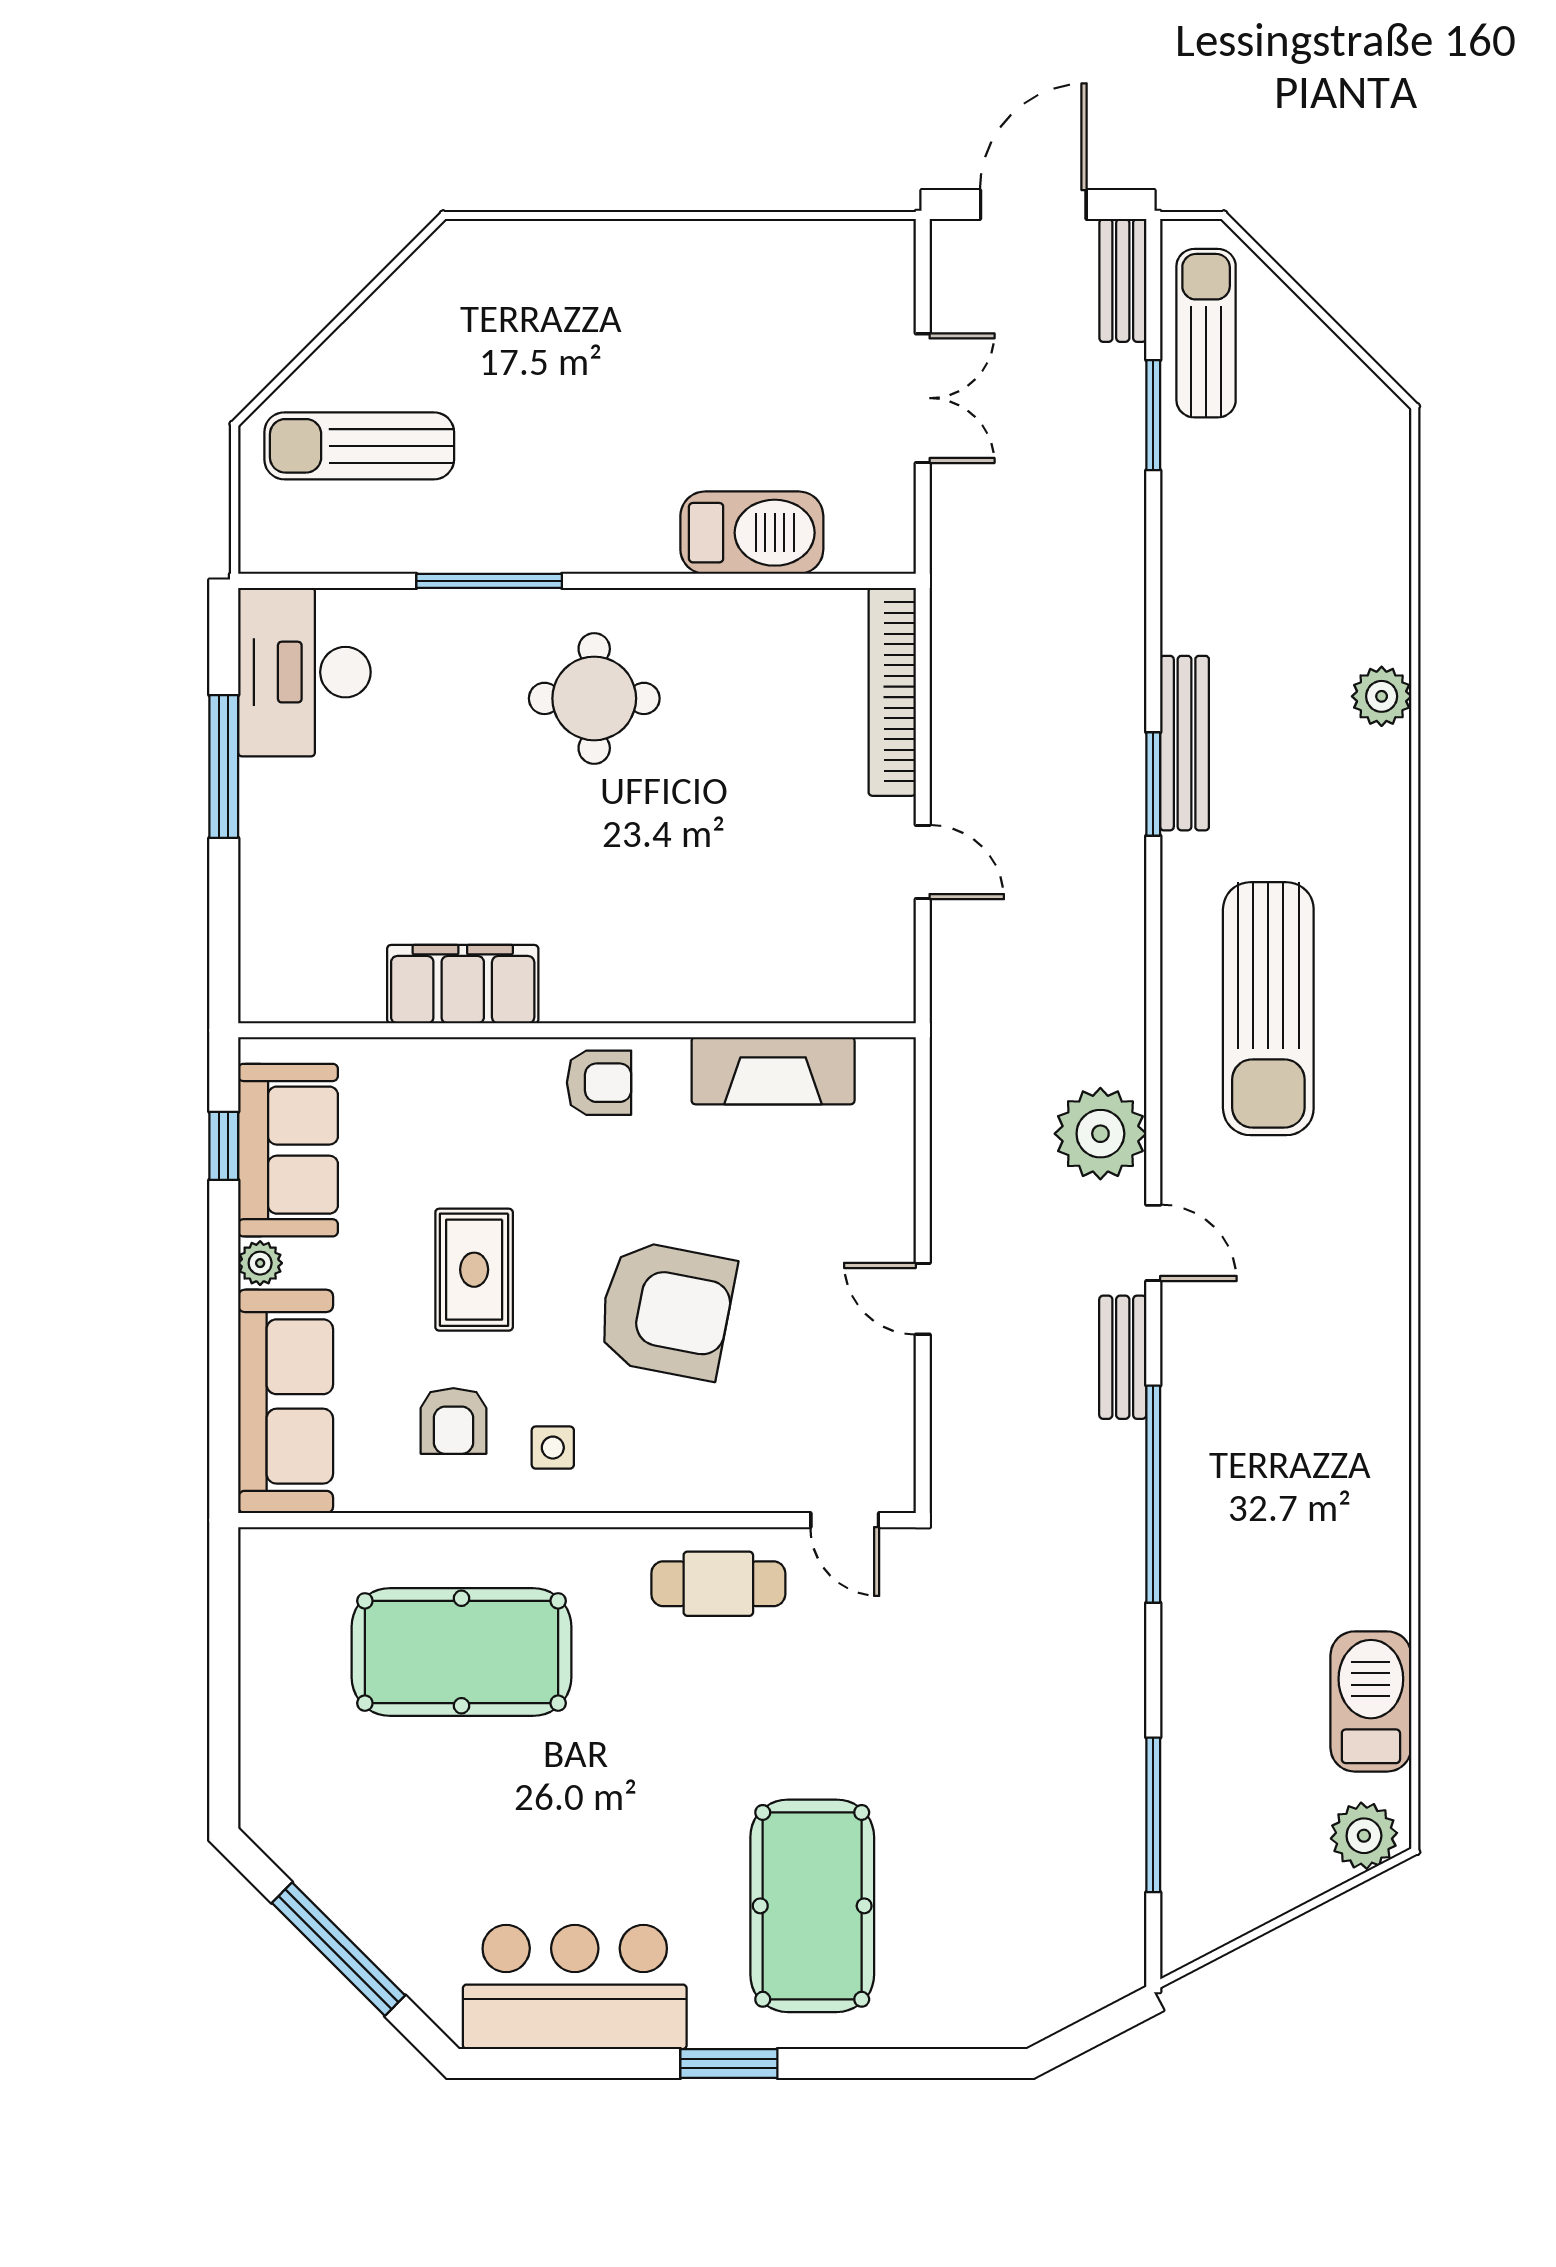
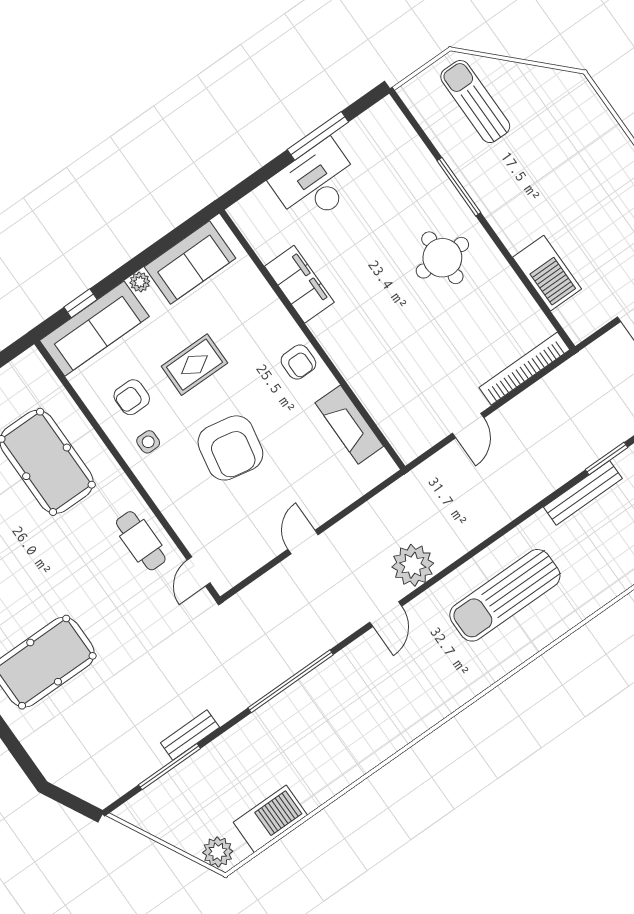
desk: (304, 672) -> (316, 183), moved
window: (1153, 784) -> (606, 458), moved
window: (224, 1146) -> (80, 303), moved
bench: (1123, 1357) -> (190, 735), moved

